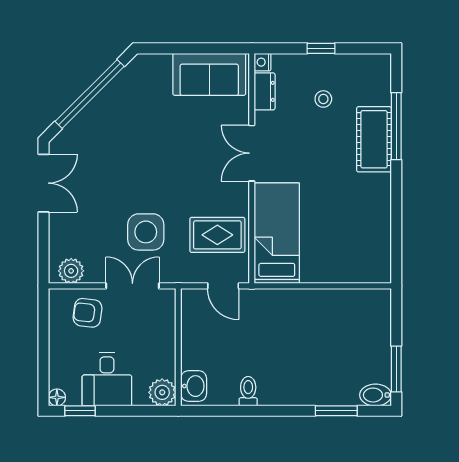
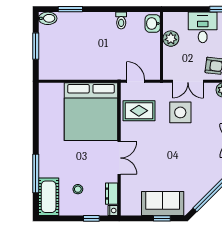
window: (178, 48) -> (162, 218), added
window: (321, 48) -> (91, 218), moved
sofa: (209, 74) -> (163, 203), moved
cot: (374, 139) -> (49, 197), moved
bed: (277, 233) -> (91, 112), width x2.04
window: (396, 369) -> (36, 46), moved
plant: (162, 392) -> (171, 39), moved

